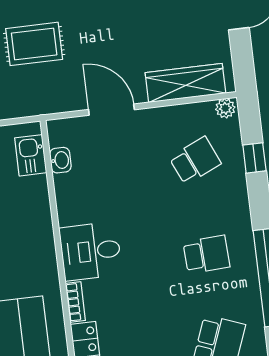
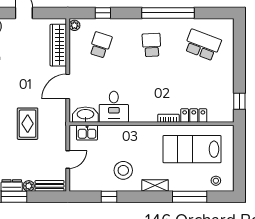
washbasin: (60, 160) -> (85, 115), width x1.91, depth x1.45
school desk: (195, 161) -> (100, 45), turned 42
desk: (91, 251) -> (114, 107), moved

